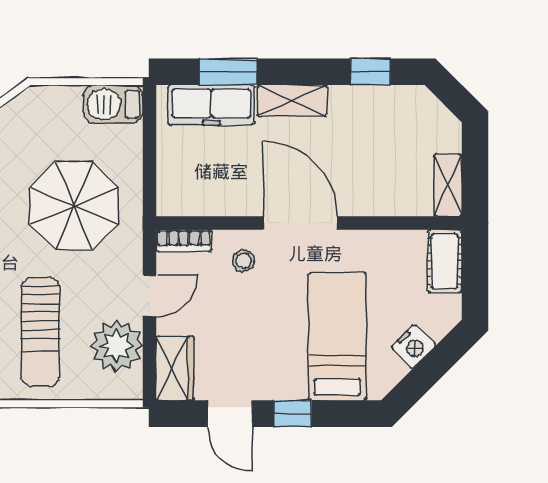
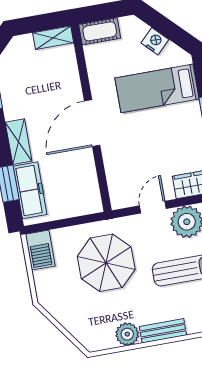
bookcase: (184, 241) -> (116, 192), removed
stool: (243, 261) -> (121, 154), removed
door: (149, 296) -> (153, 207), hinge flipped

